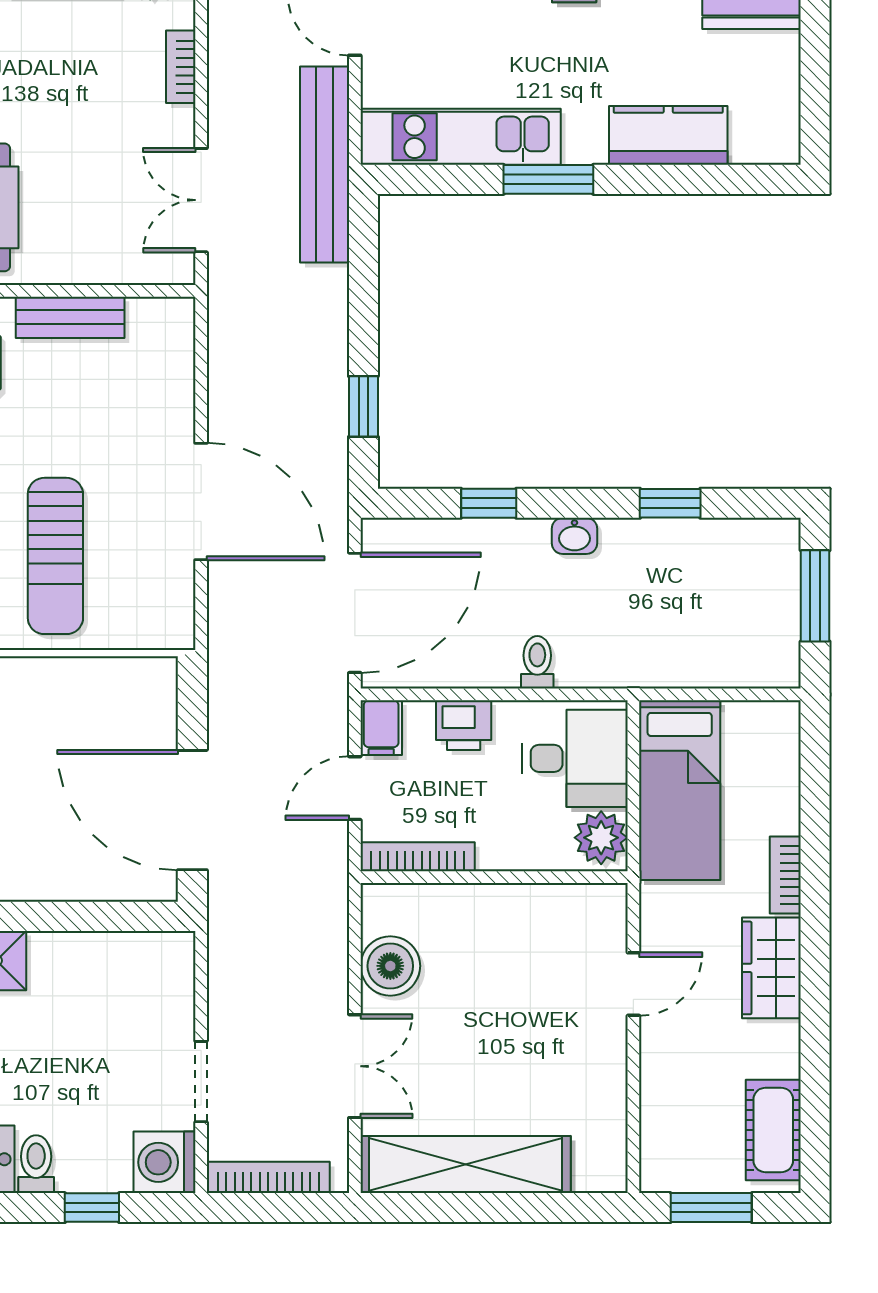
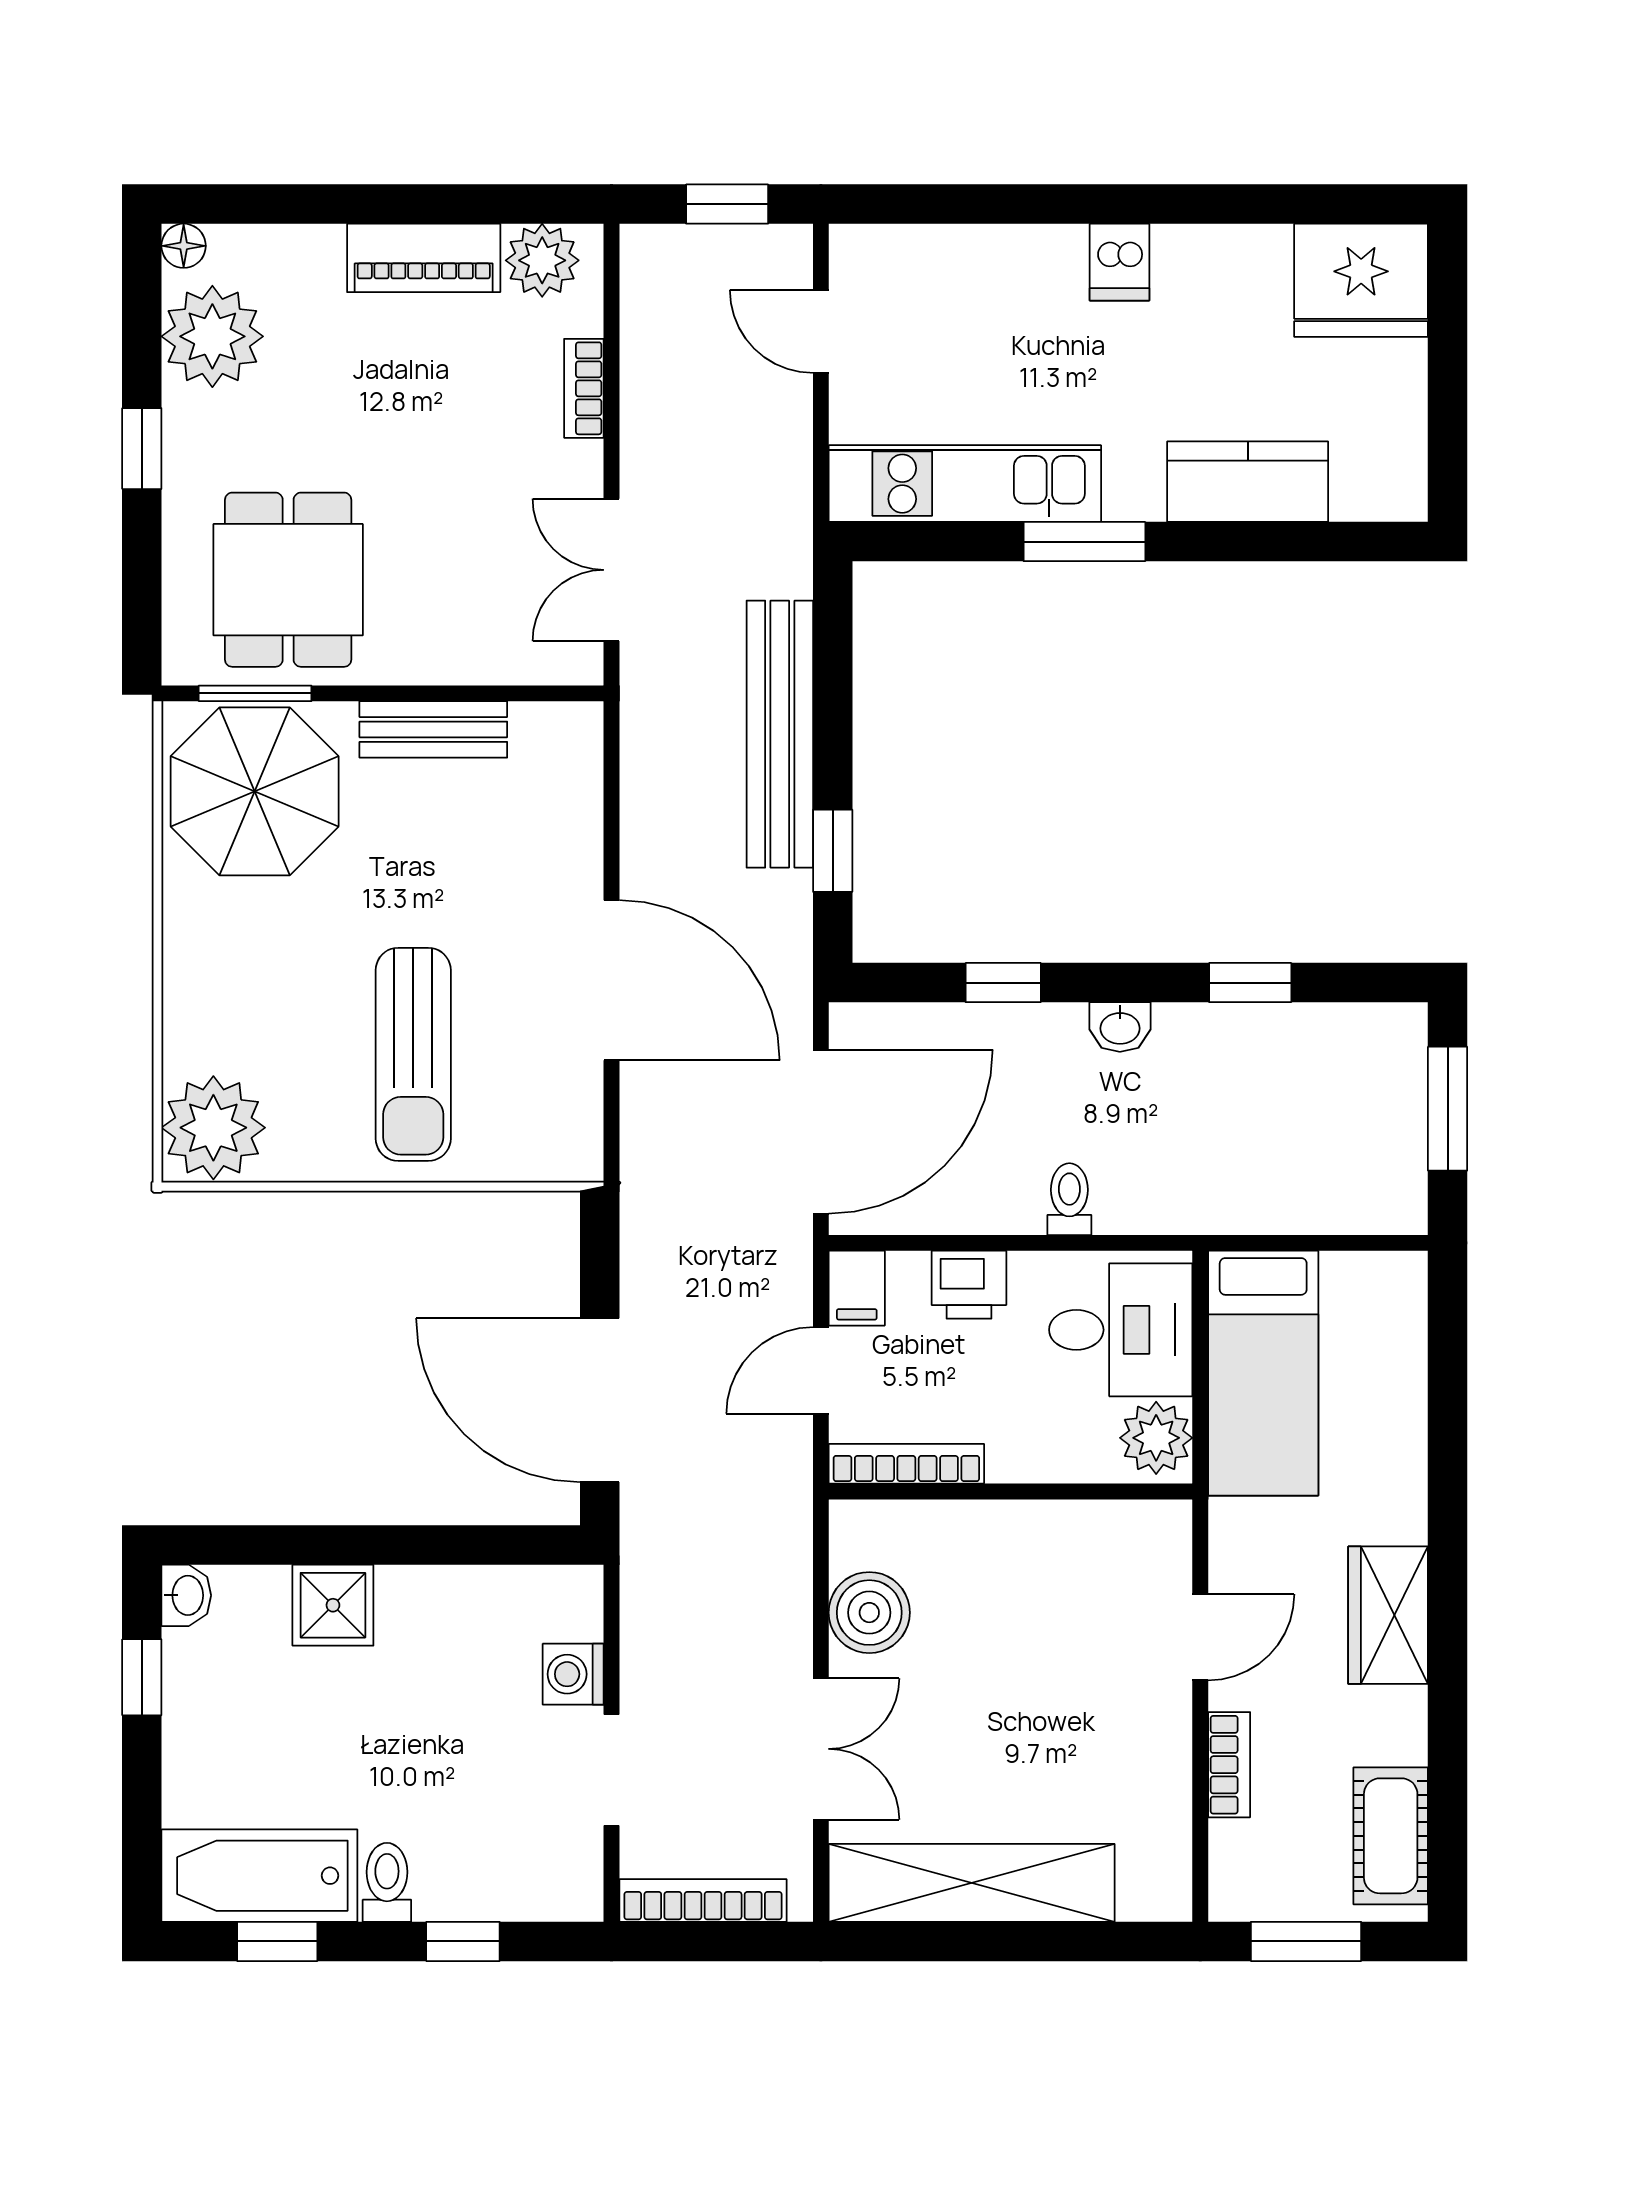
bench: (325, 165) -> (780, 734), moved
bookcase: (785, 875) -> (1229, 1765), moved, turned 180
washing machine: (164, 1162) -> (573, 1674), moved, width x0.73, depth x0.73

